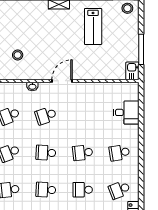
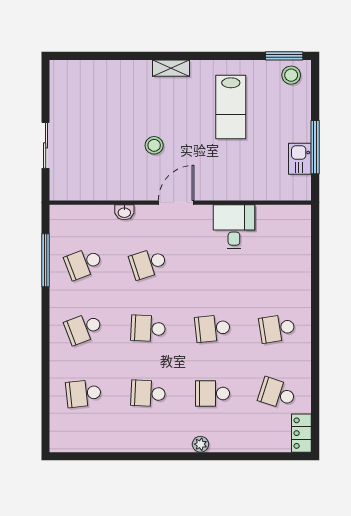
stool: (18, 55) -> (154, 145), moved
kitchen sink: (132, 71) -> (300, 159), moved
desk: (126, 112) -> (234, 227), moved, turned -90
school desk: (119, 190) -> (277, 393), turned 39

